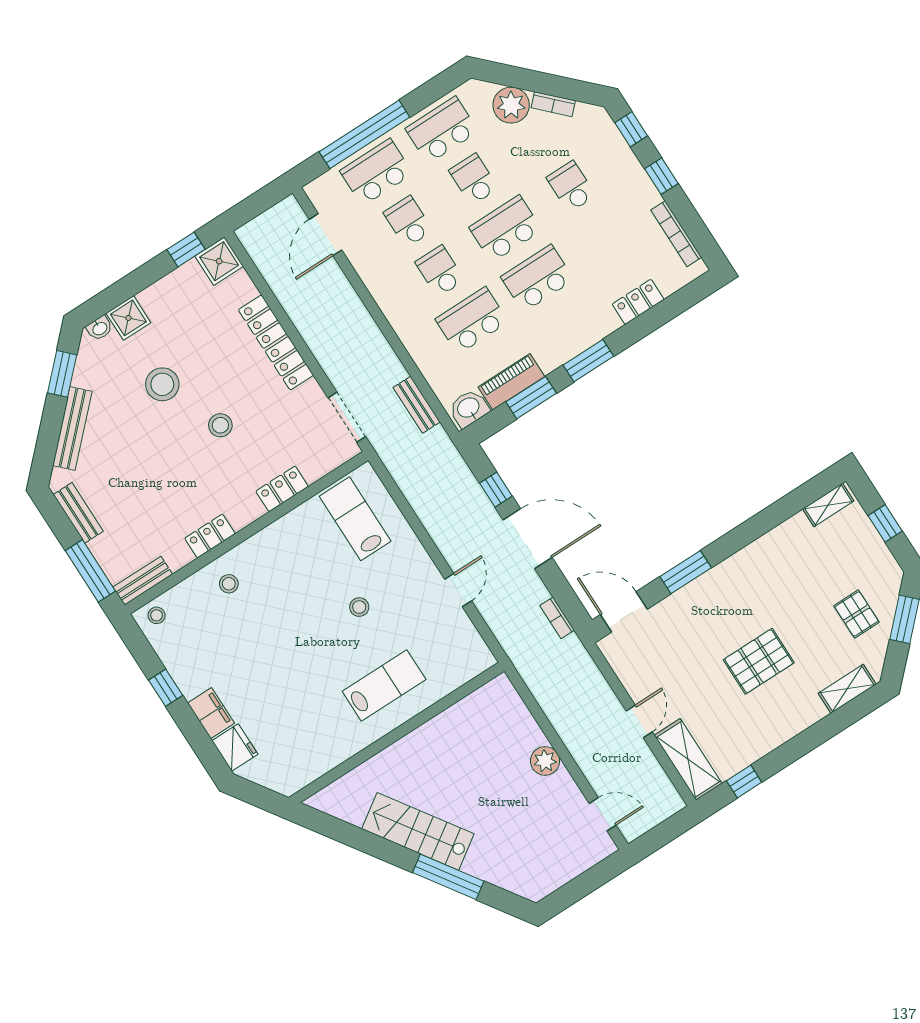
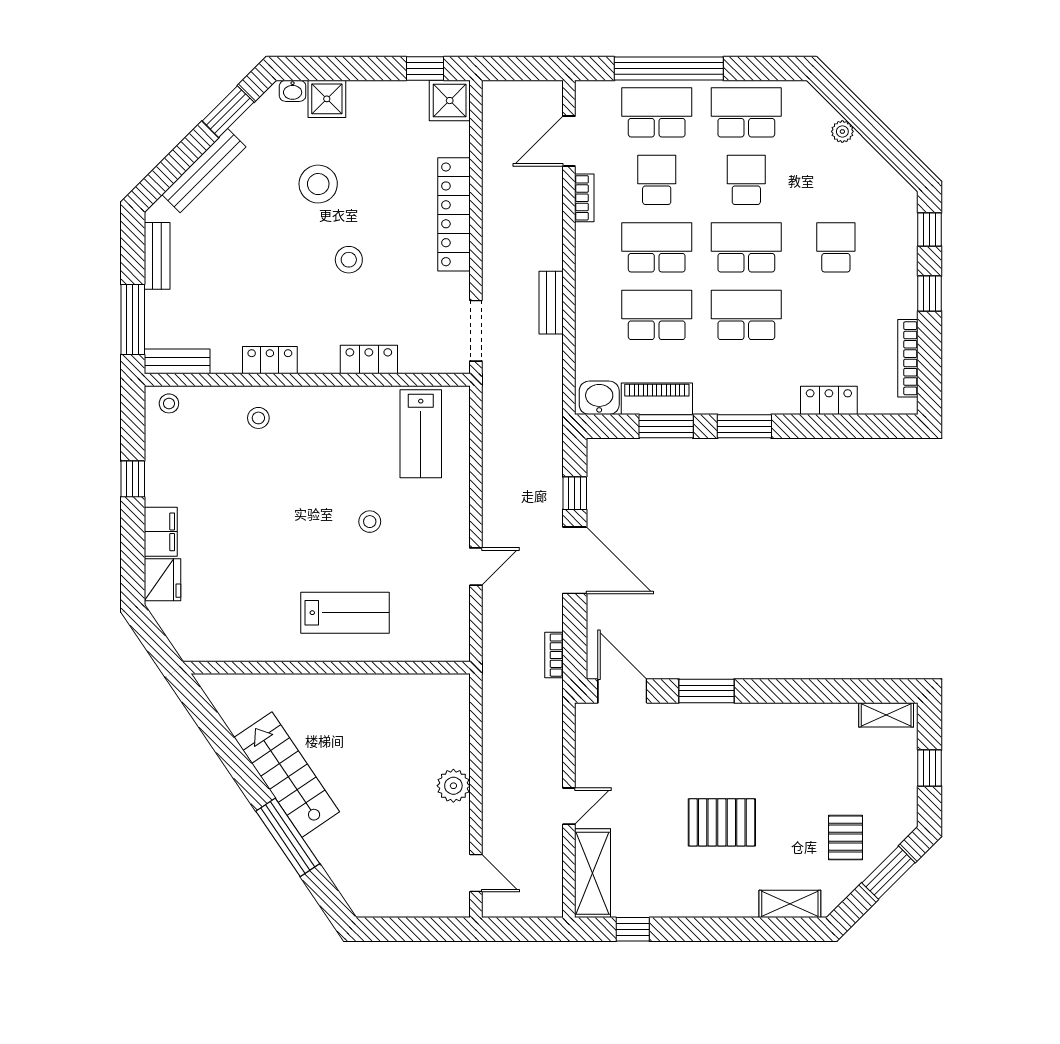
bookcase: (553, 104) -> (584, 198), moved, turned -135
plant: (511, 105) -> (842, 132), width x0.53, depth x0.53
school desk: (440, 271) -> (657, 247), width x1.85
bench: (417, 405) -> (551, 303), moved
lab bench: (355, 519) -> (421, 434), turned 180

